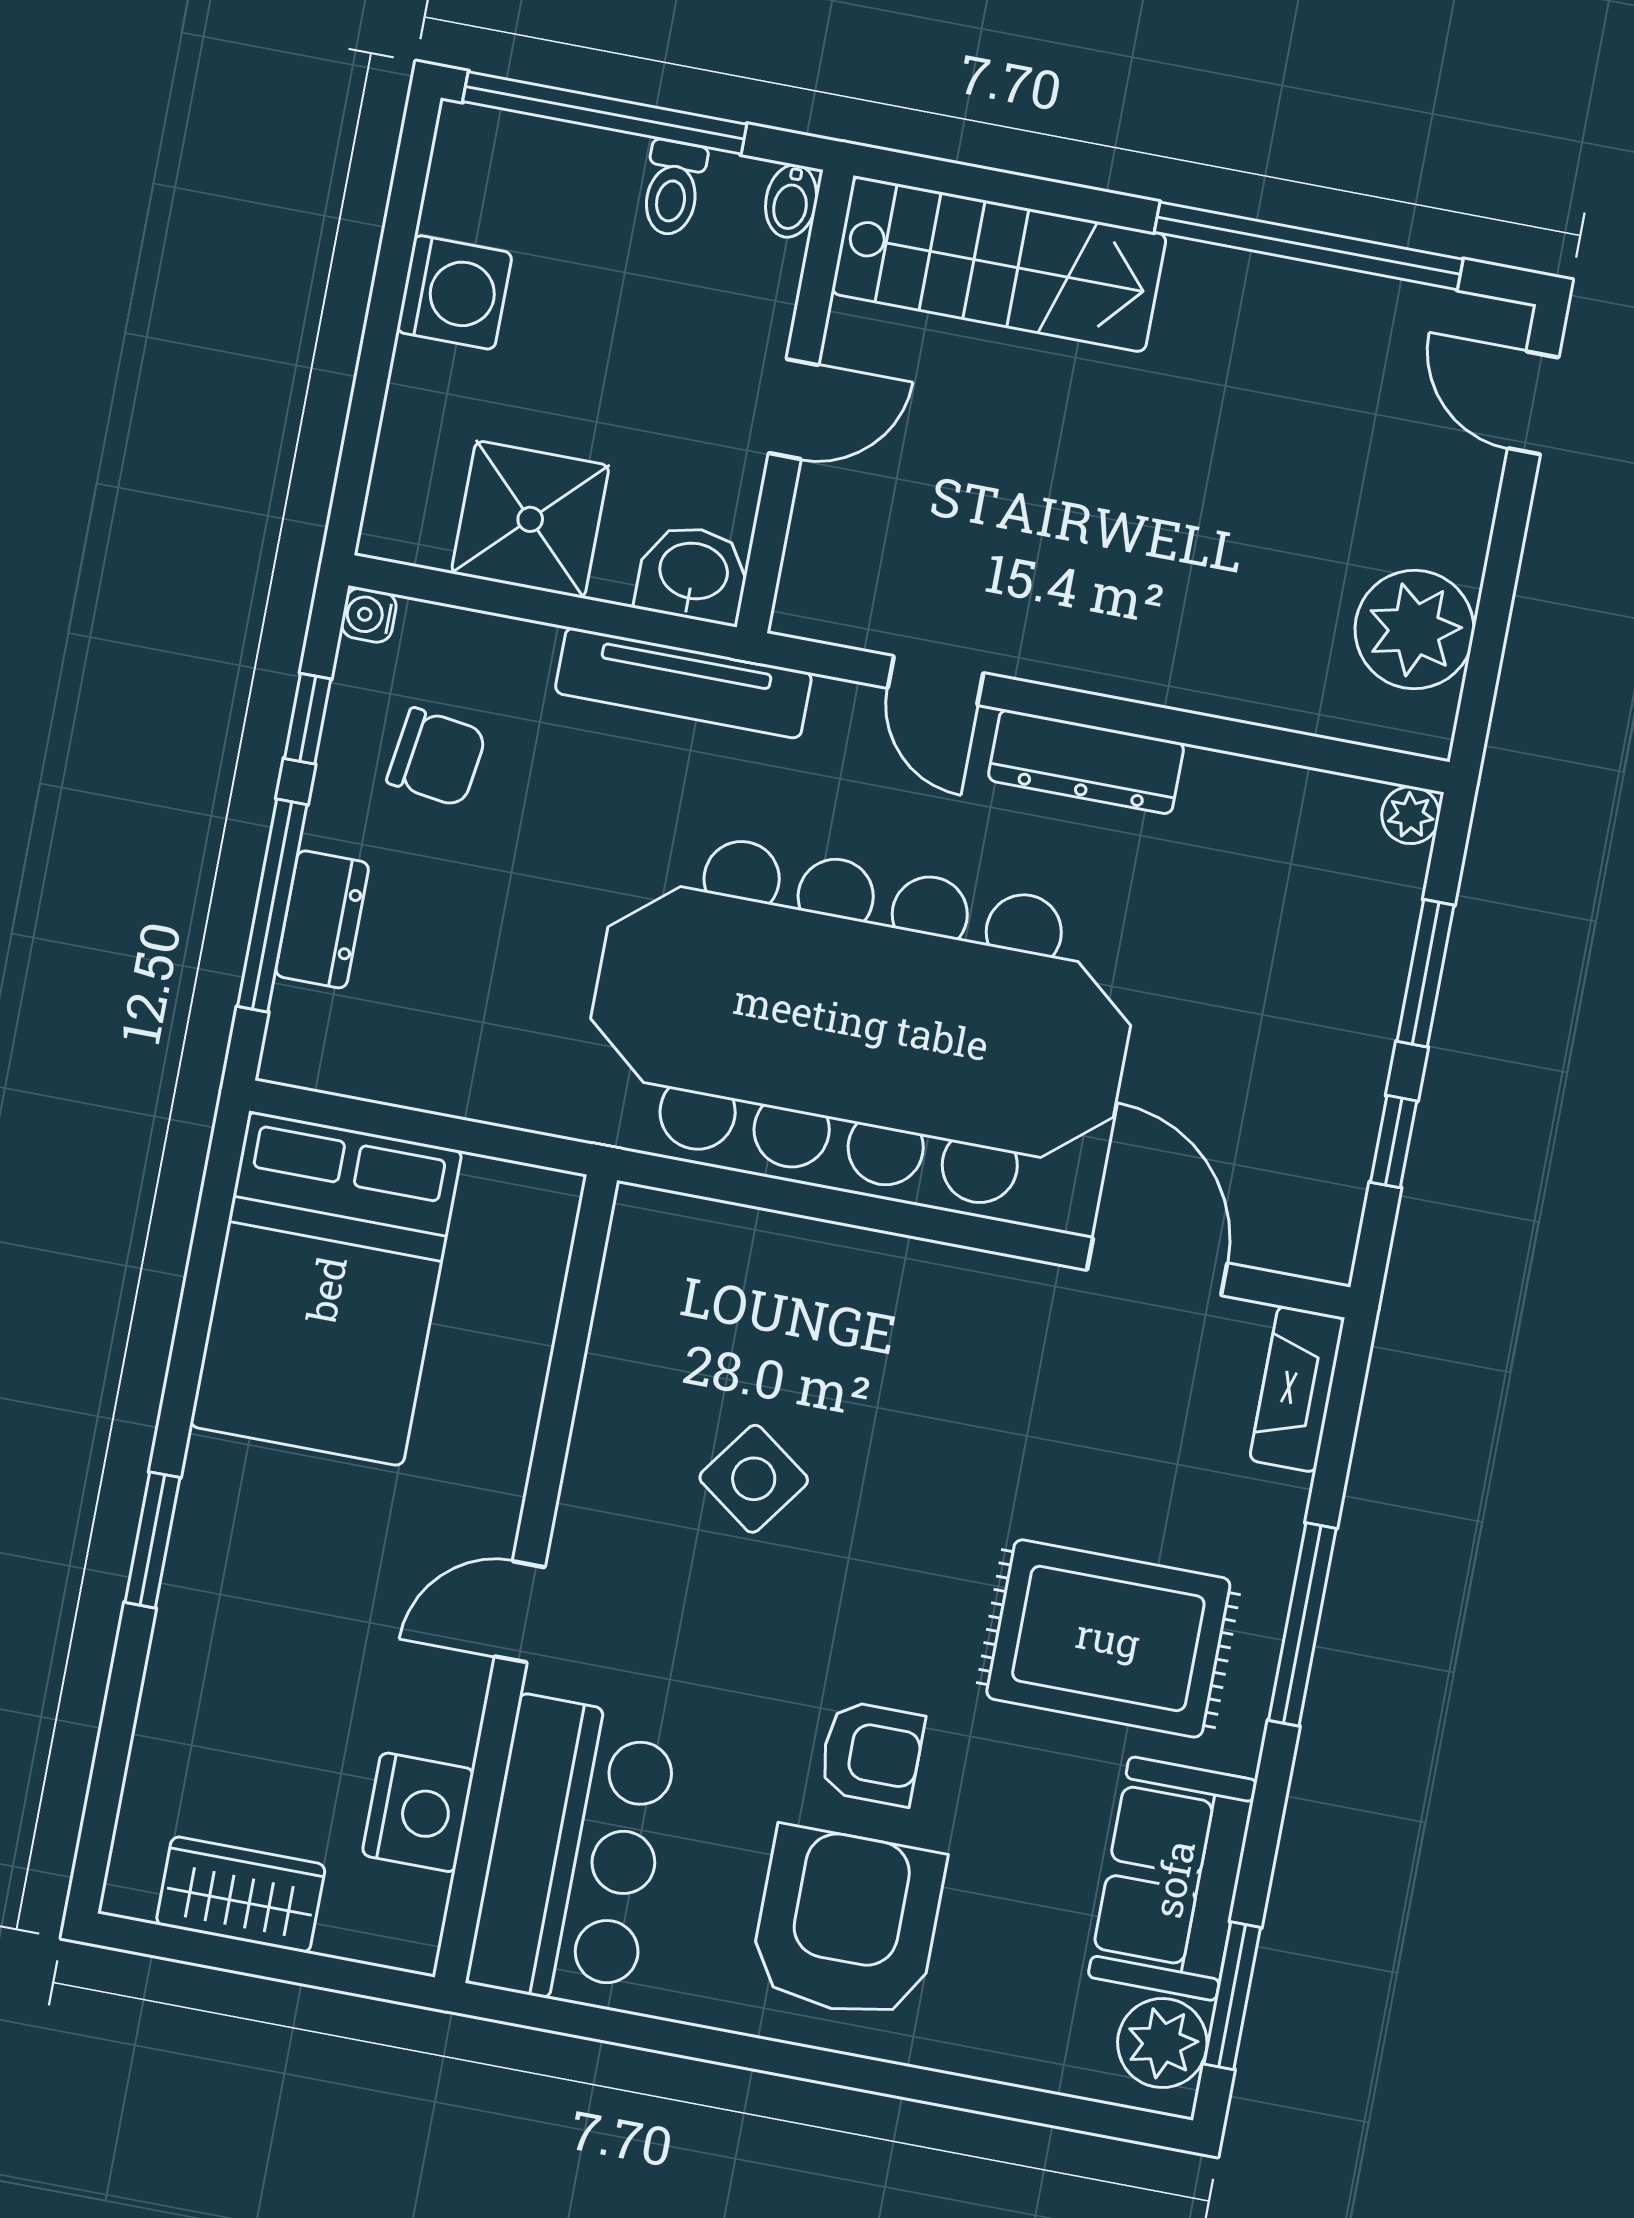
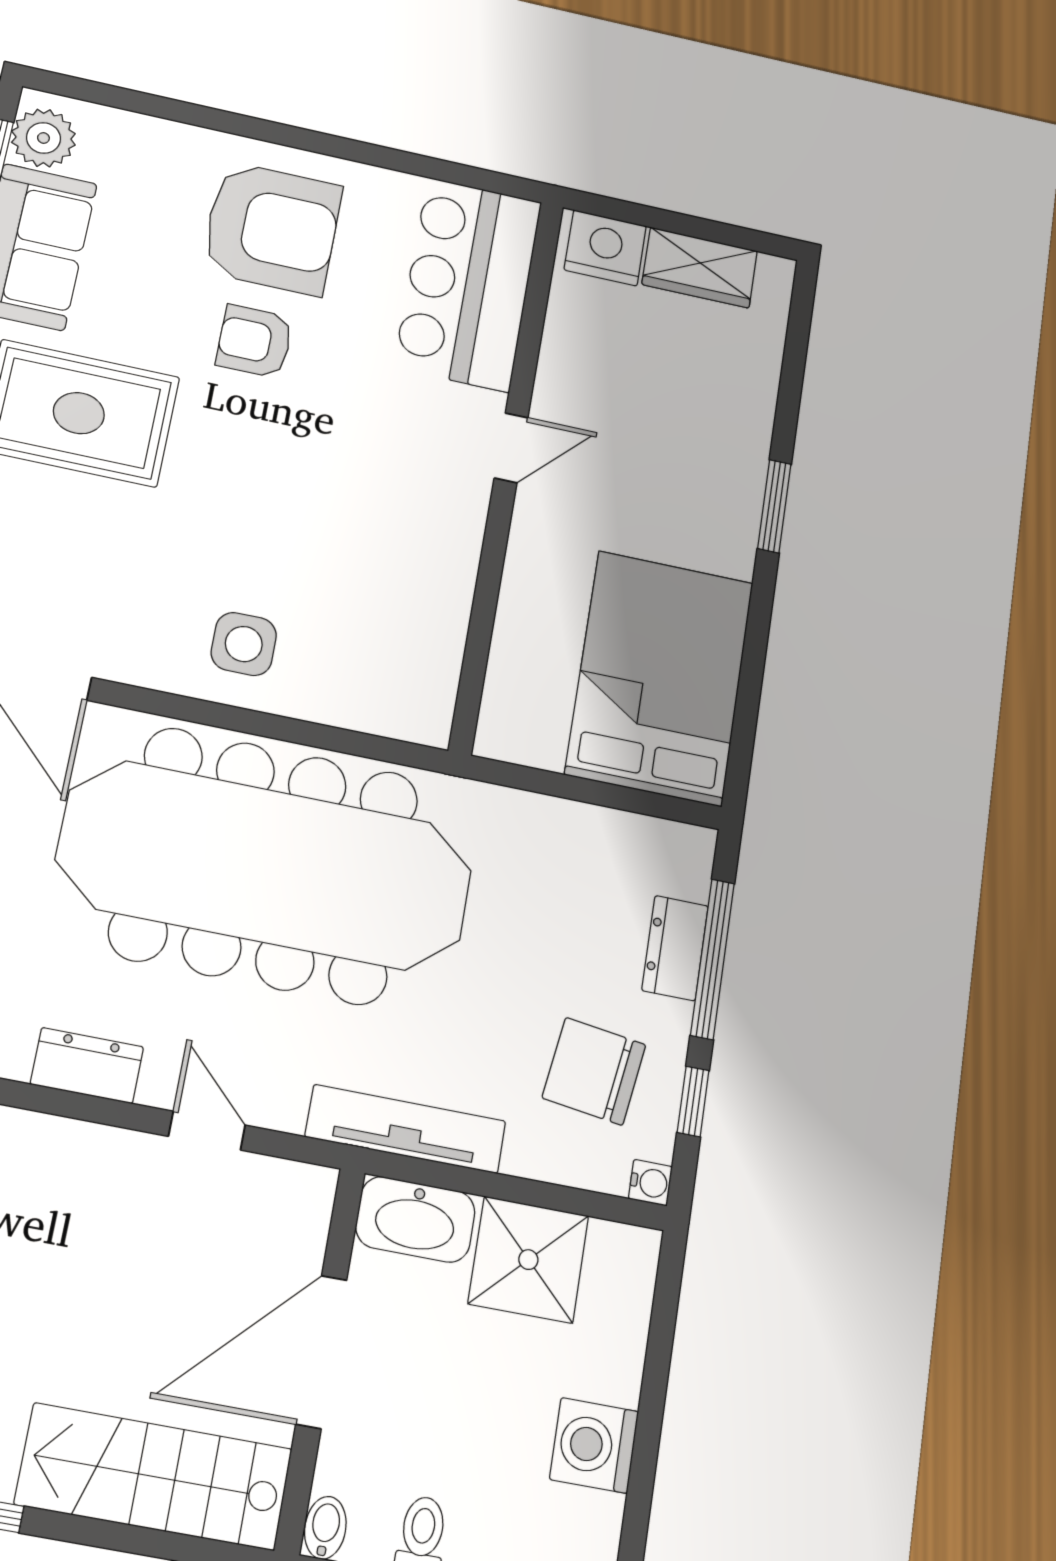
door: (794, 409) -> (321, 1352), width x1.88
washbasin: (693, 574) -> (415, 1219), width x1.38
chair: (437, 757) -> (594, 1071), width x1.37, depth x1.37
dresser: (1086, 762) -> (87, 1066), width x0.70
side table: (754, 1479) -> (244, 644), moved, turned -36
nightstand: (418, 1812) -> (605, 248), moved, turned 90
armchair: (847, 1923) -> (272, 228), turned -90

